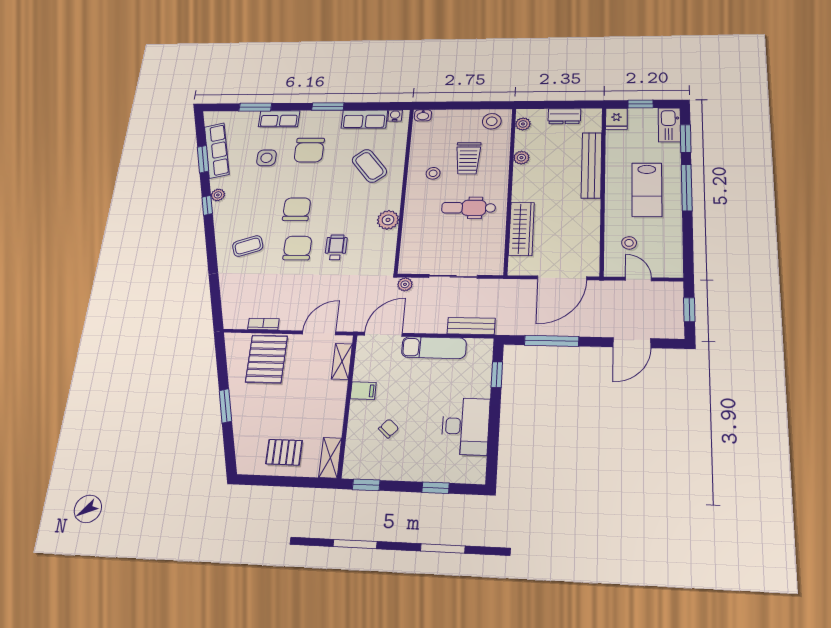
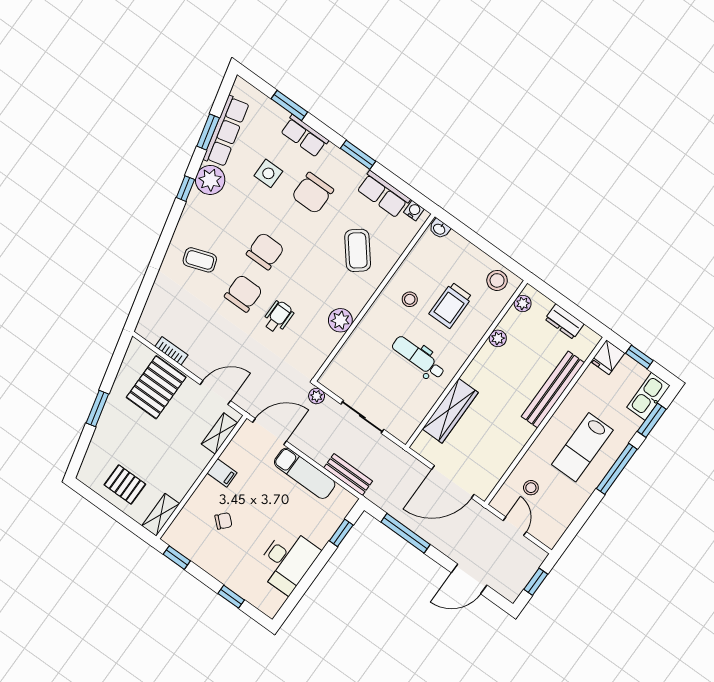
plant: (218, 195) -> (210, 180), width x1.88, depth x1.88

